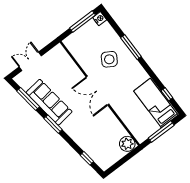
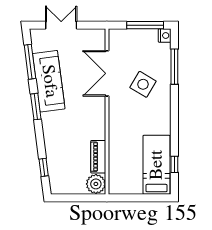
window: (131, 47) -> (174, 67), moved
double door: (98, 91) -> (107, 73), moved
piano: (116, 126) -> (98, 157), added
window: (161, 132) -> (140, 198), removed

